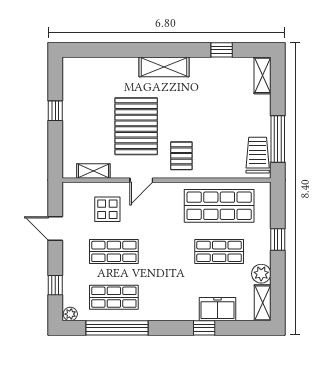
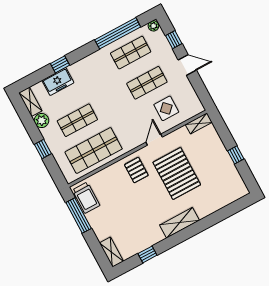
shelving: (93, 171) -> (199, 123), moved
door: (55, 229) -> (187, 65), moved

